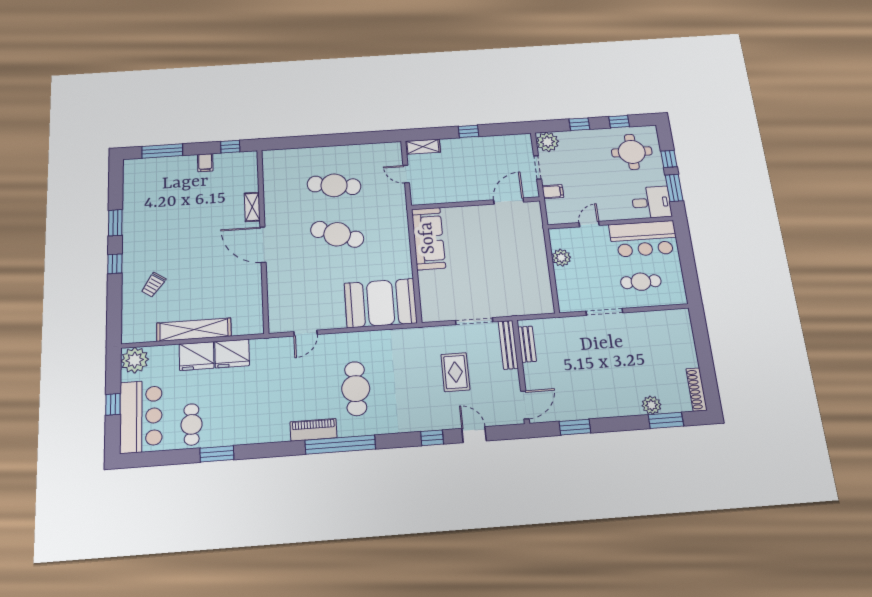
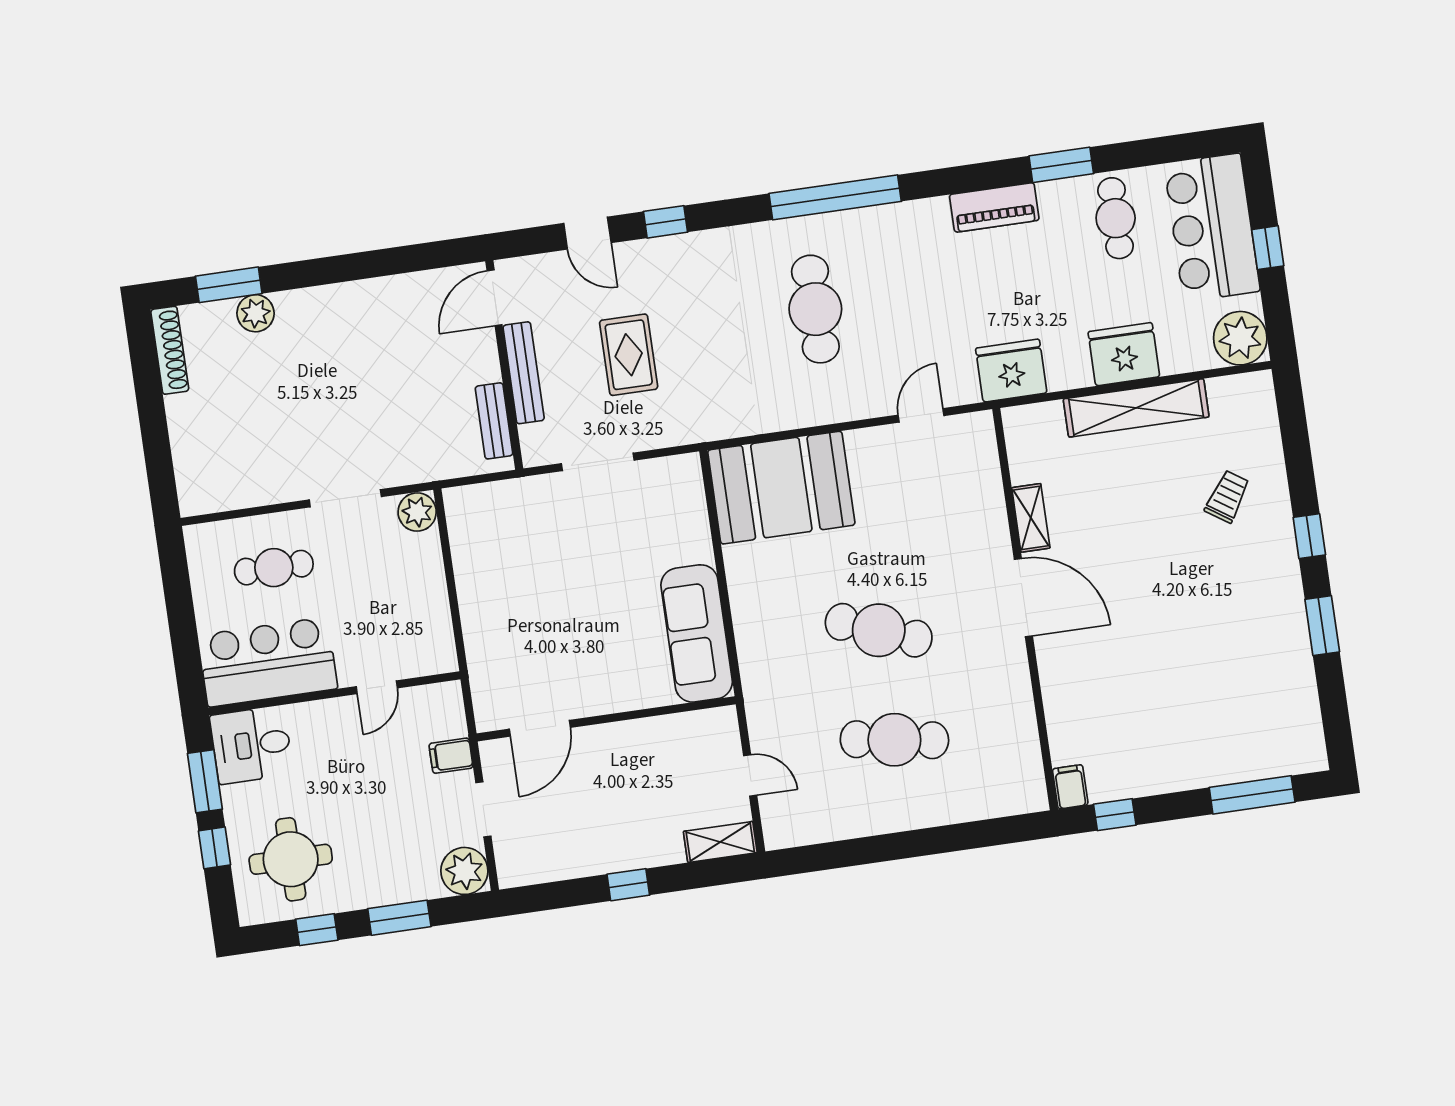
window: (579, 124) -> (399, 918), width x1.50
filing cabinet: (205, 163) -> (1070, 787), moved
shelving: (252, 207) -> (1031, 518), moved
plant: (561, 258) -> (417, 512), moved
bench: (508, 345) -> (524, 373), moved
fridge: (232, 354) -> (1011, 371), moved
window: (575, 427) -> (400, 260), removed
piano: (314, 430) -> (994, 207), moved

